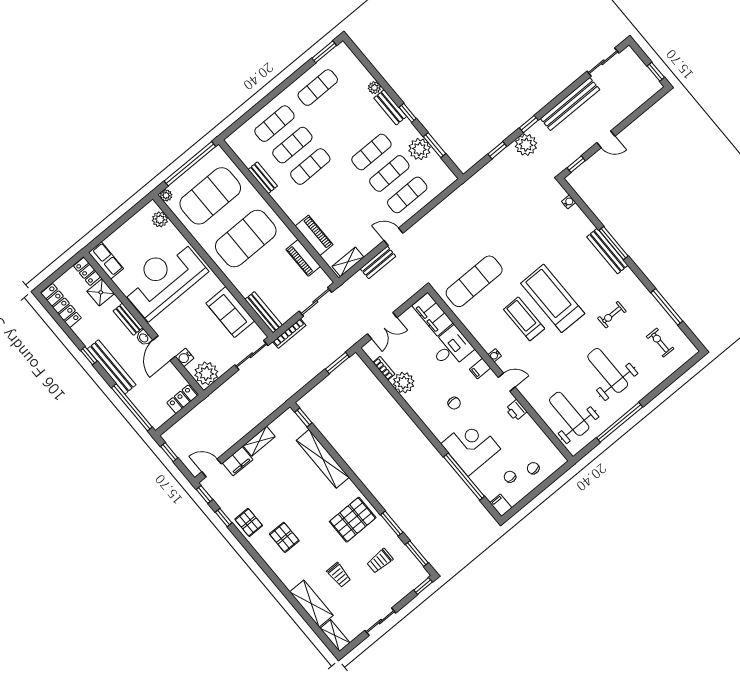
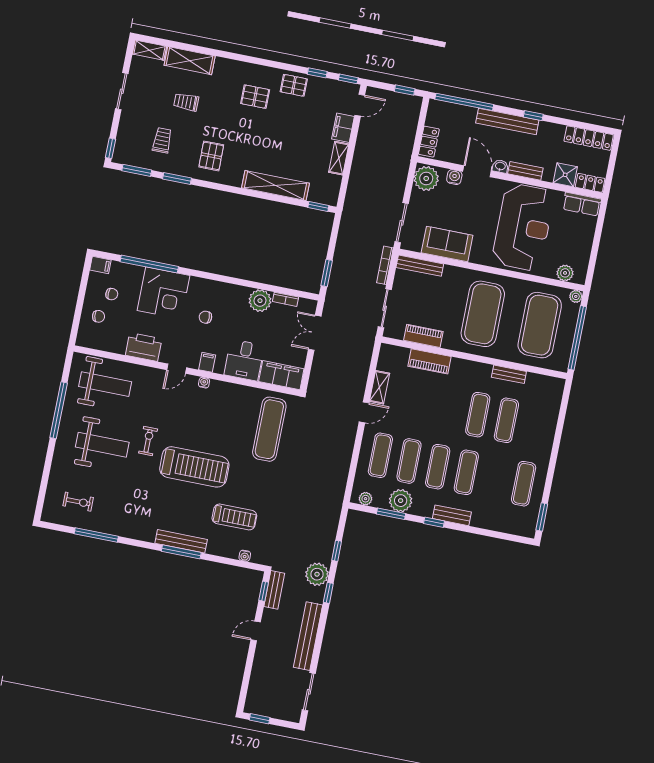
plant: (374, 88) -> (366, 499), moved
exercise mat: (274, 124) -> (466, 472), moved
shelving: (348, 262) -> (380, 387), moved
bench: (378, 262) -> (274, 590), moved
exercise bike: (612, 315) -> (148, 441), moved
treadmill: (524, 319) -> (234, 517), moved
printer: (516, 410) -> (144, 347), width x1.87, depth x1.48
pallet: (353, 520) -> (211, 156), width x0.67, depth x0.71

